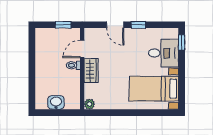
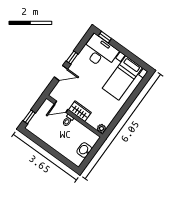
window: (63, 25) -> (29, 117), moved
door: (82, 49) -> (61, 107), hinge flipped
desk: (163, 53) -> (100, 52), width x1.37

